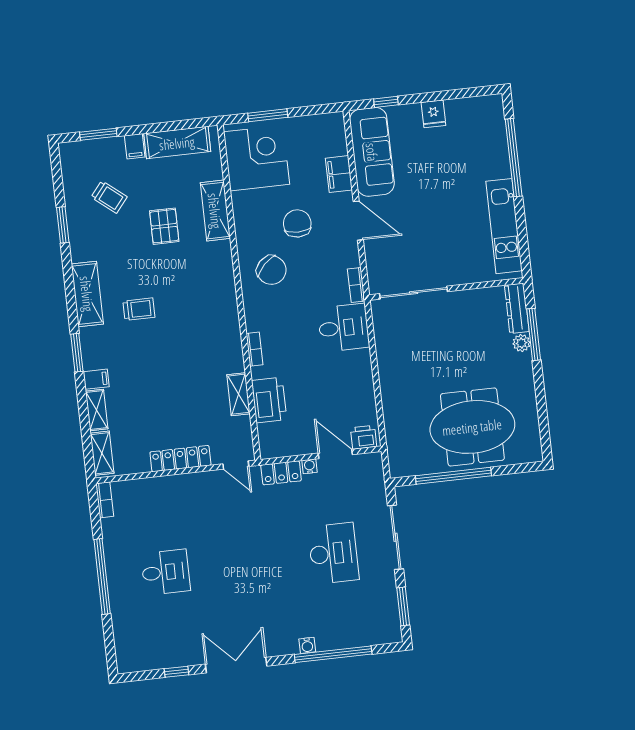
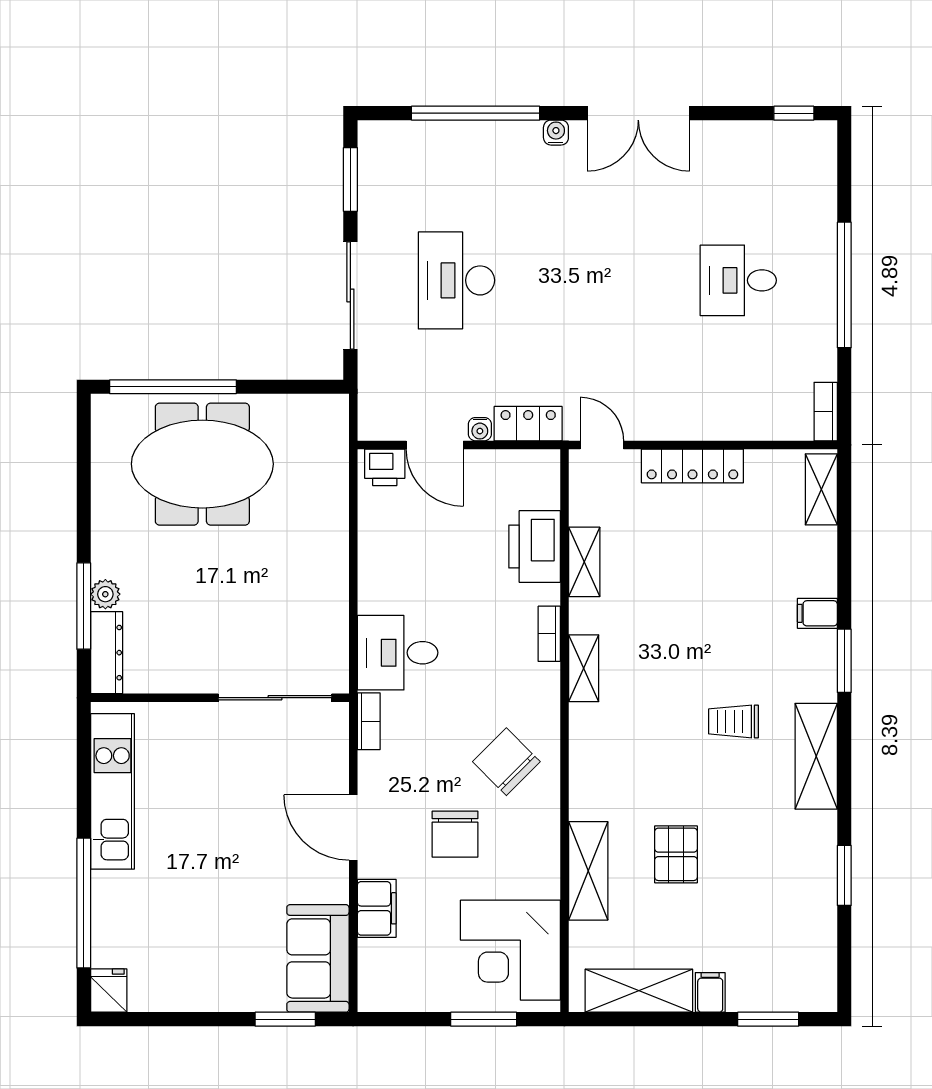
window: (386, 102) -> (285, 1019), width x1.50
fridge: (433, 114) -> (109, 991), moved
sofa: (372, 152) -> (318, 958), width x0.73
trolley: (109, 197) -> (762, 913), removed
shelving: (97, 410) -> (584, 668), moved
window: (453, 476) -> (173, 387), moved
water cooler: (307, 645) -> (556, 133), moved
window: (176, 672) -> (794, 113), moved

